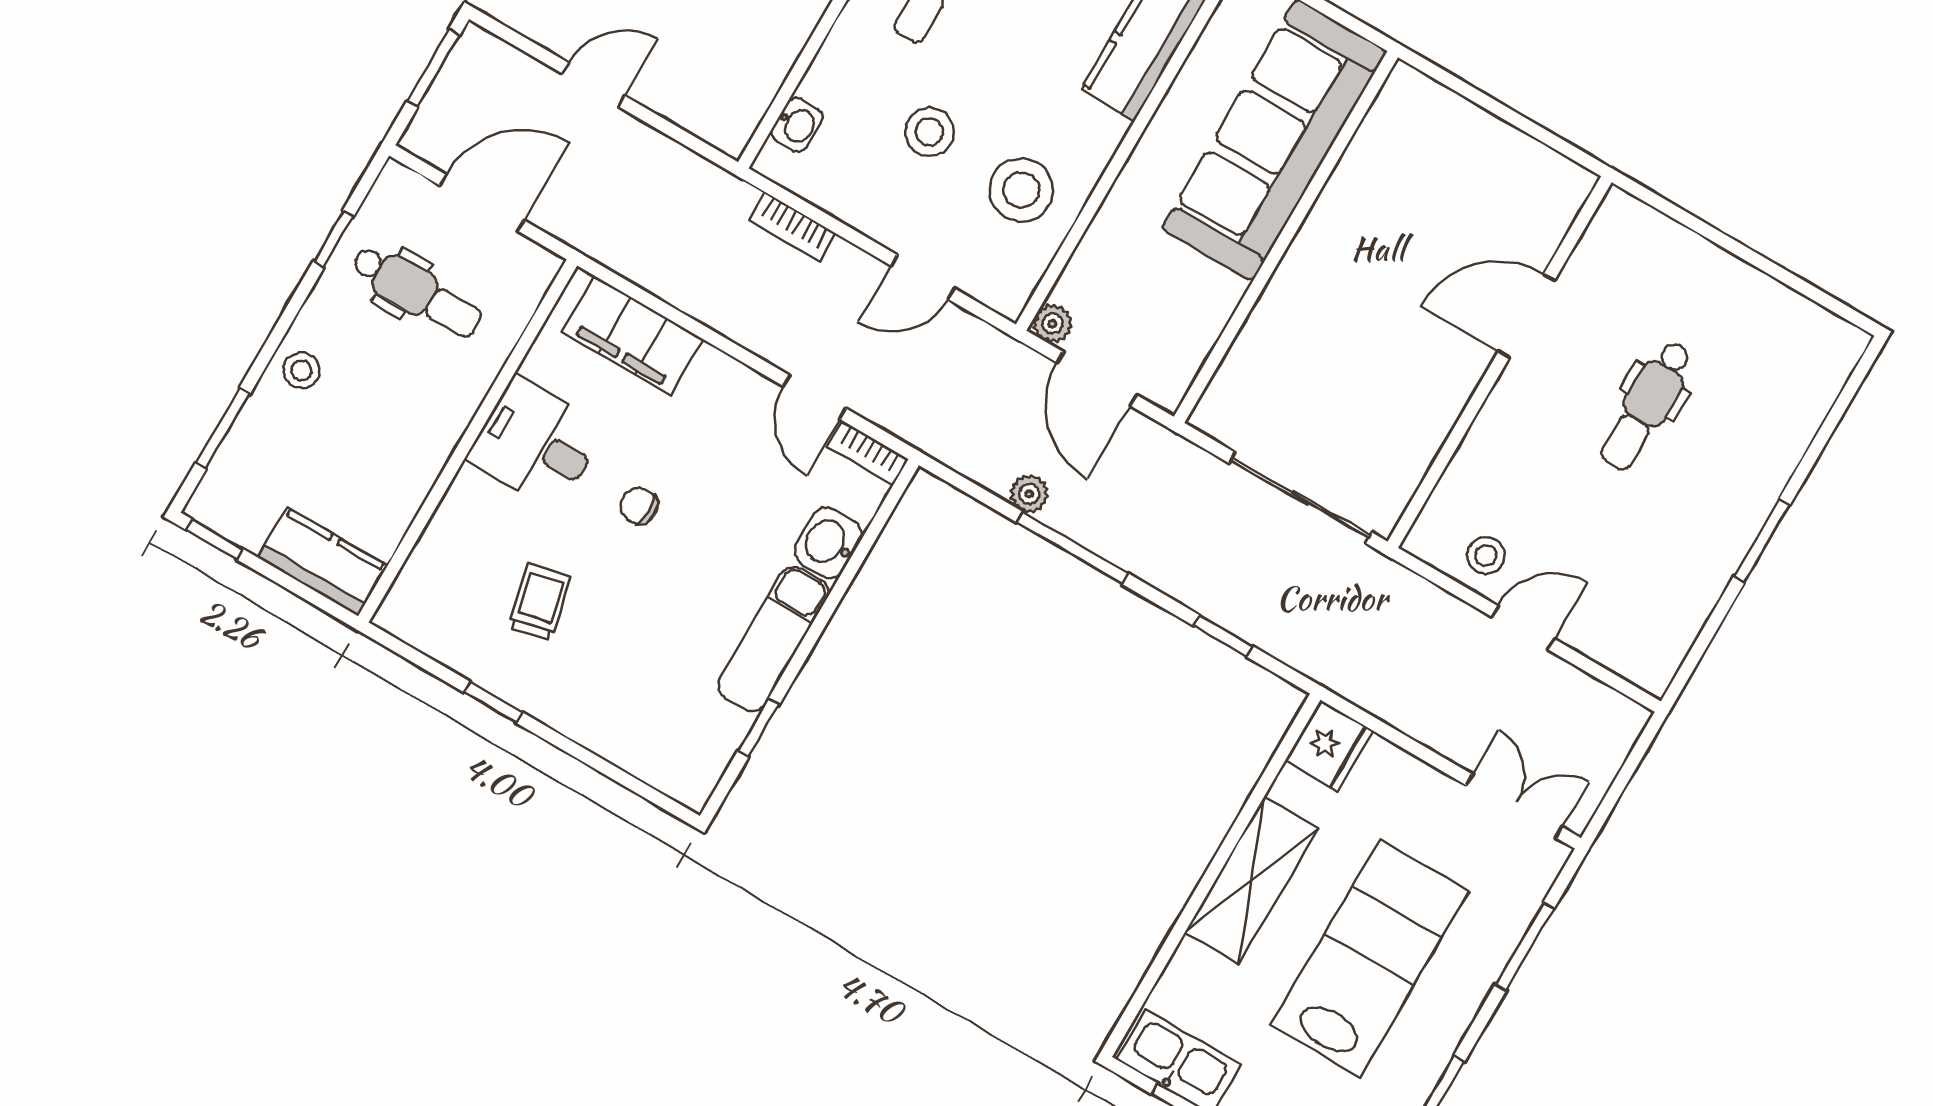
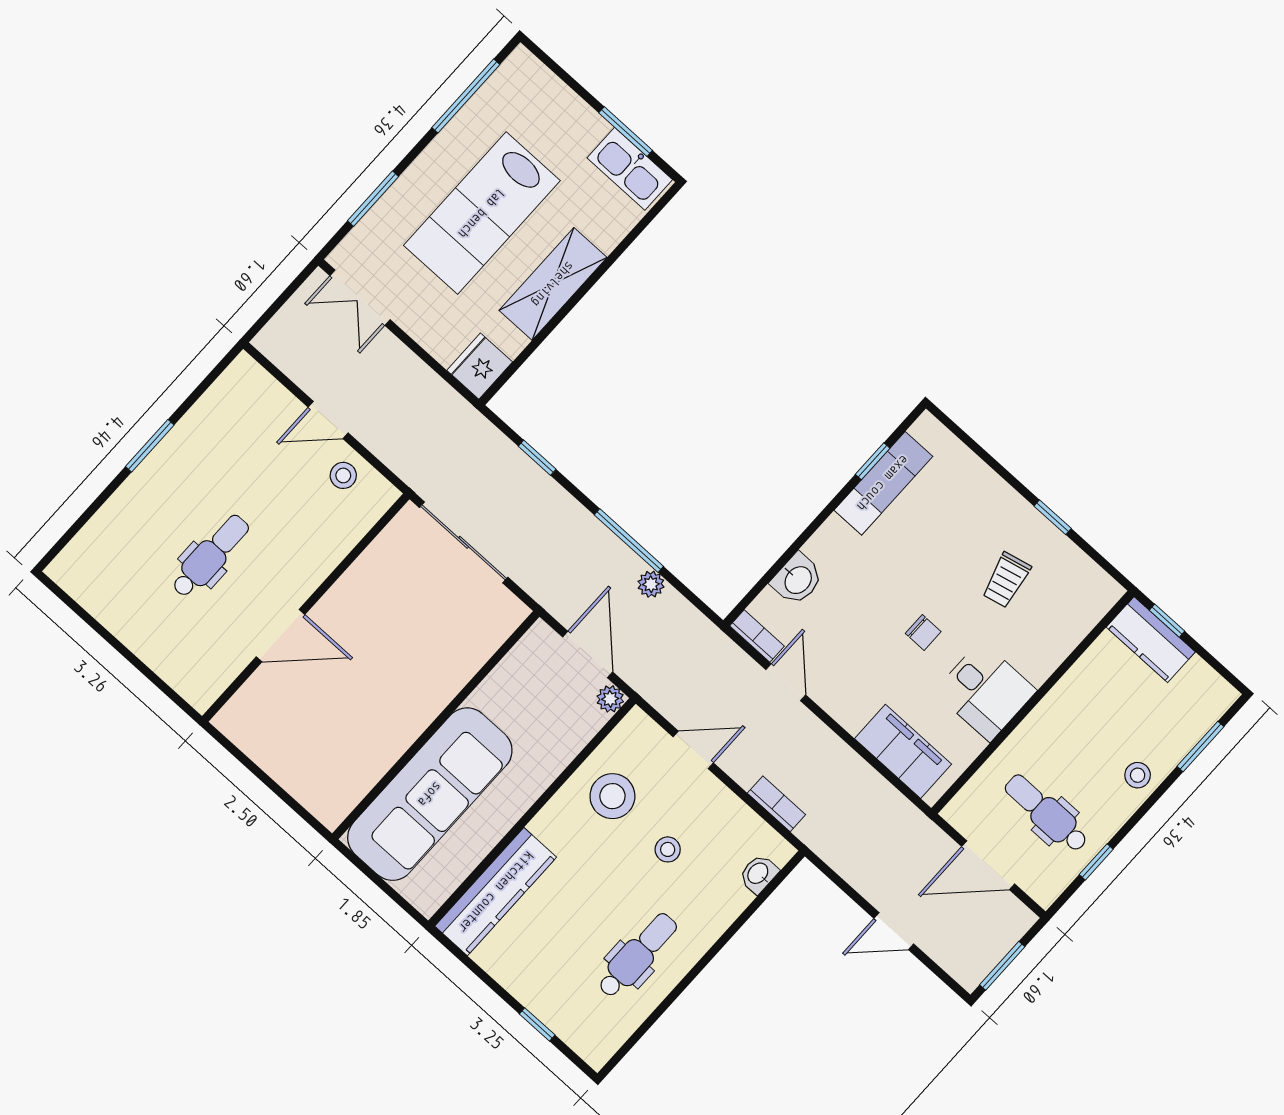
stool: (930, 132) -> (668, 849), width x0.73, depth x0.73
window: (214, 539) -> (1167, 621), moved
exam couch: (773, 639) -> (883, 483), moved

